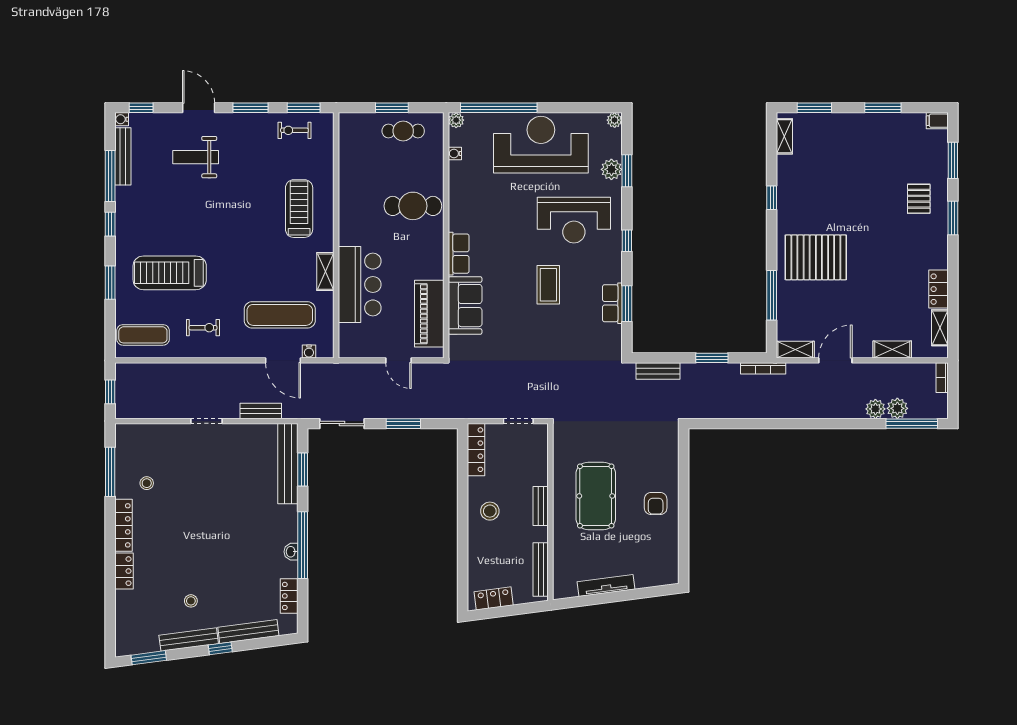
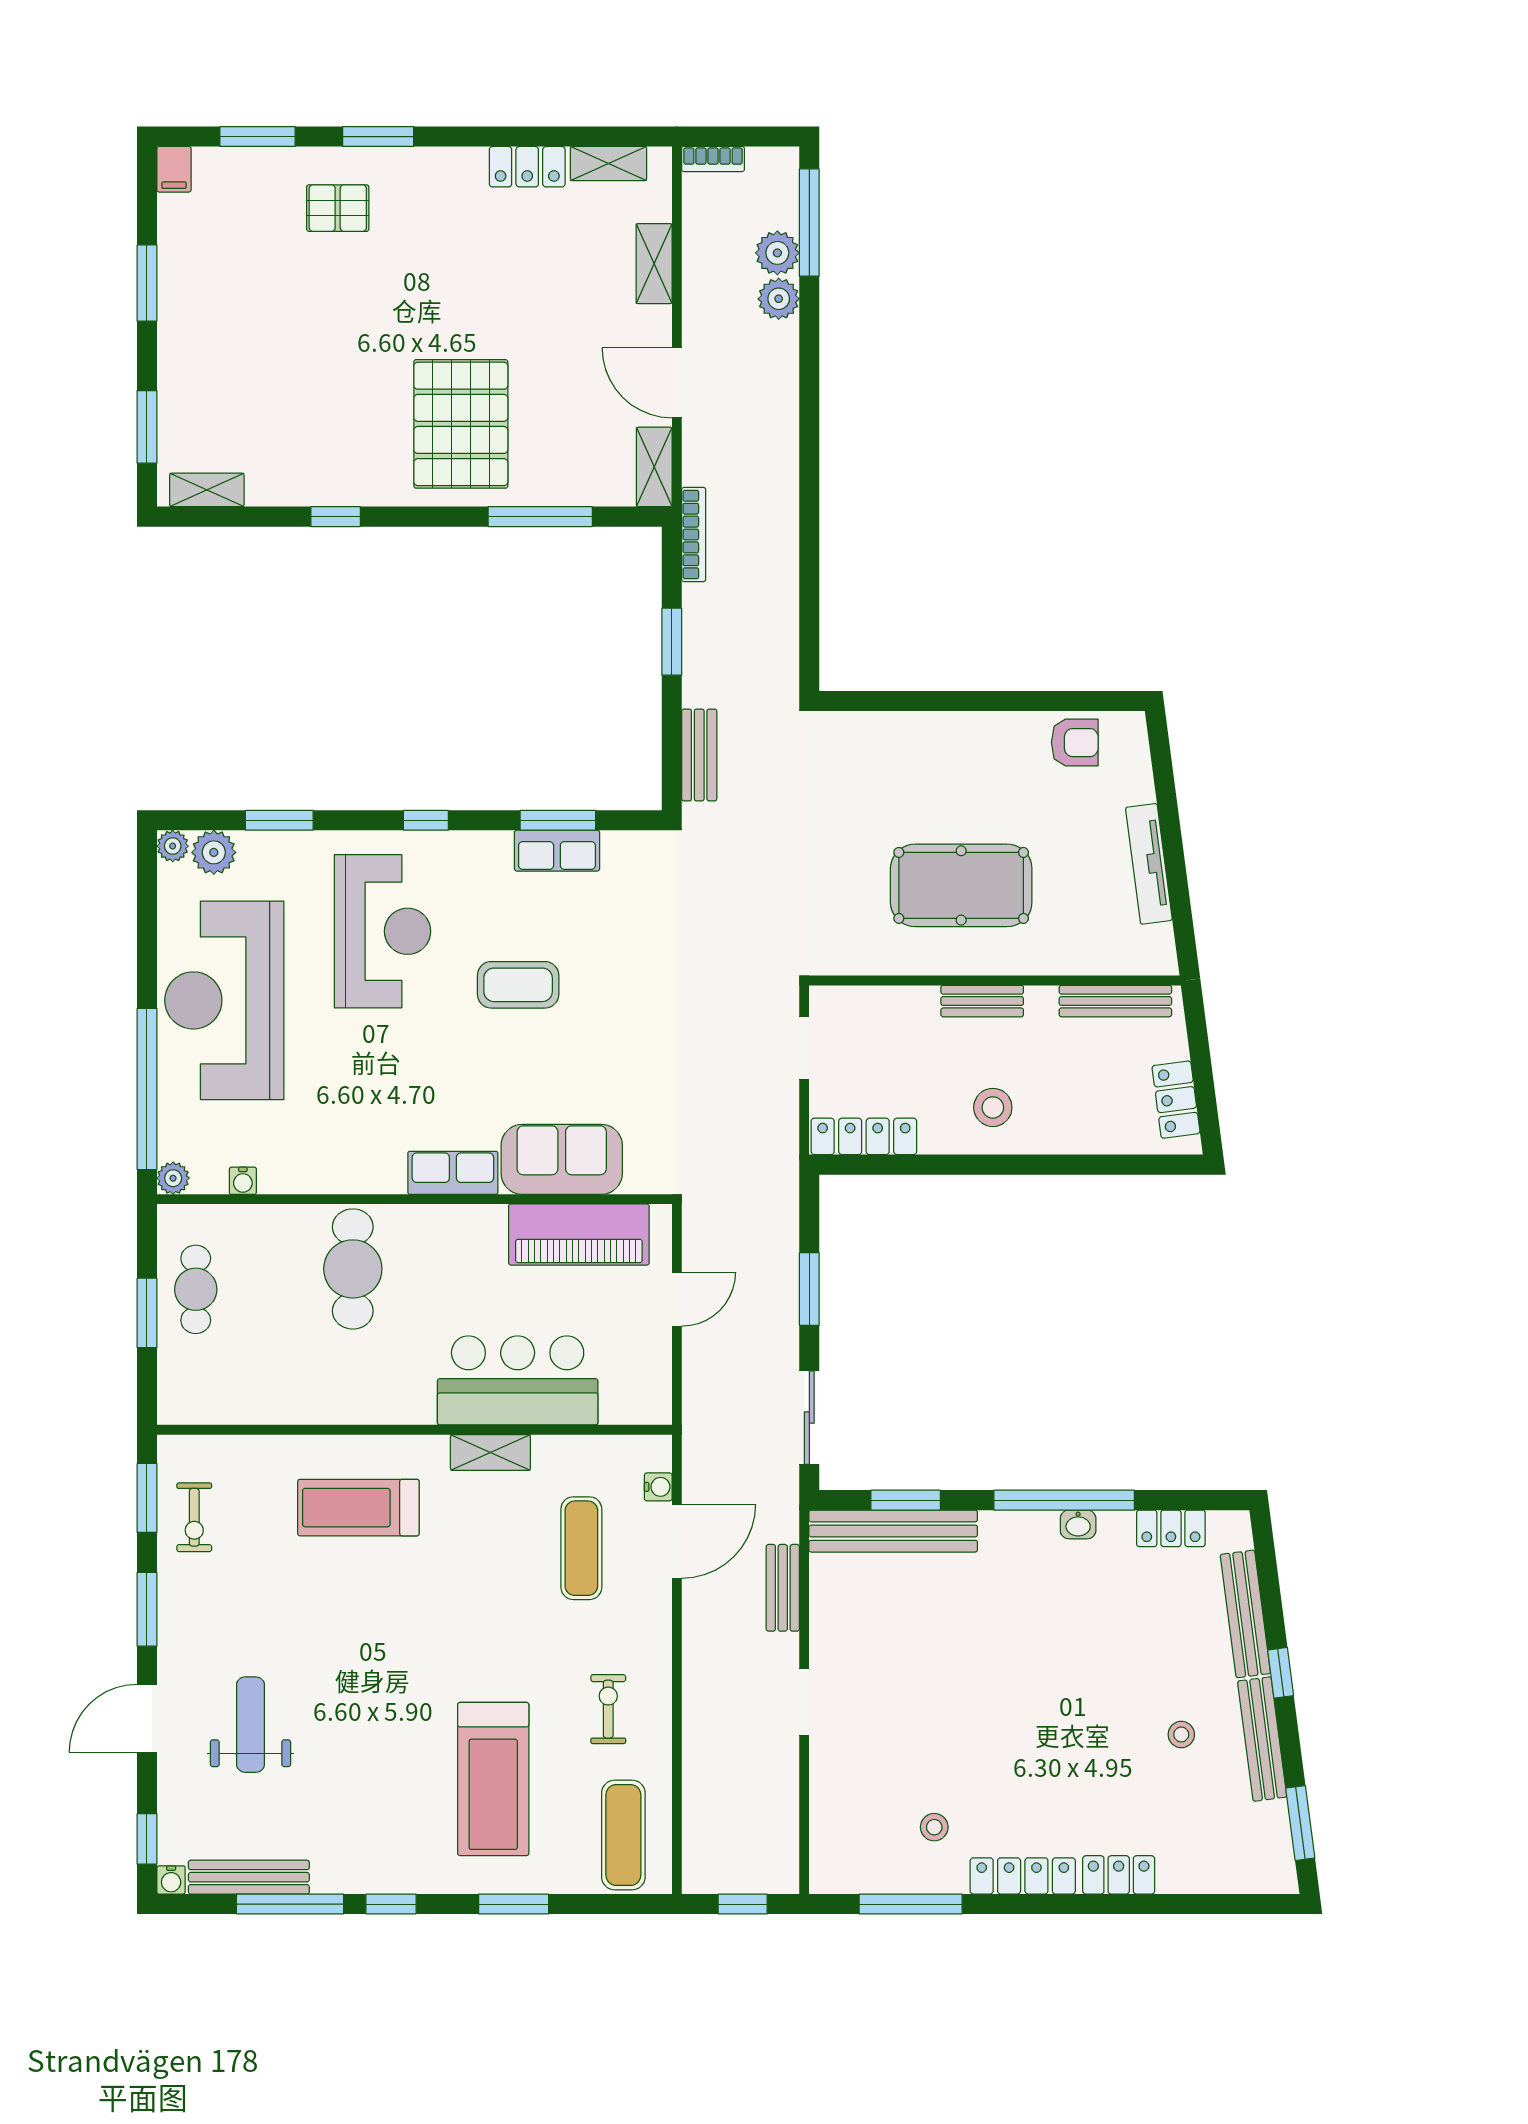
weight bench: (196, 157) -> (250, 1725), turned 180
plant: (611, 169) -> (214, 852), moved
exercise mat: (280, 315) -> (581, 1548), width x0.73, depth x0.69
armchair: (656, 504) -> (1075, 743), moved

